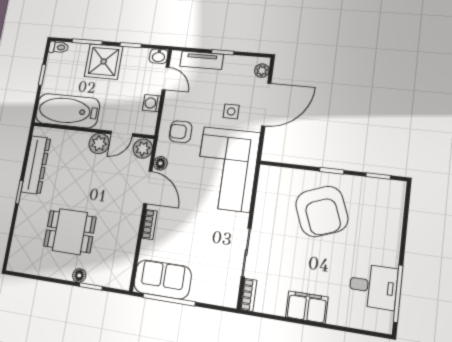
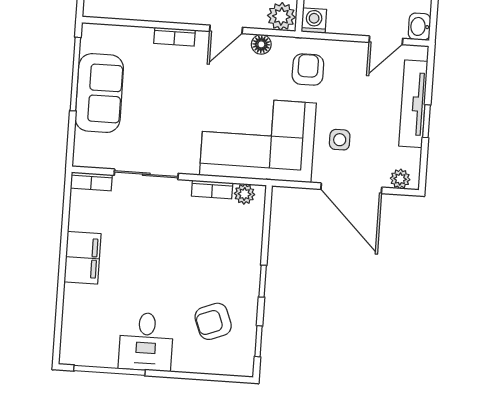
tv unit: (202, 60) -> (413, 104), width x1.41
washing machine: (152, 103) -> (314, 21), moved
plant: (266, 181) -> (244, 194), added
door: (148, 187) -> (226, 29), width x0.73
bookcase: (261, 204) -> (212, 190), added
armchair: (322, 211) -> (213, 321), moved, width x0.53, depth x0.53
sofa: (162, 279) -> (99, 93), moved
desk: (373, 286) -> (146, 342), moved

